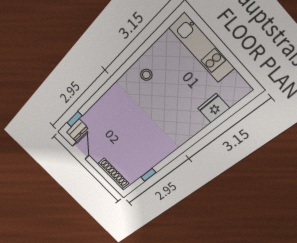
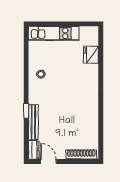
bench: (98, 109) -> (33, 122), added
window: (75, 119) -> (26, 111), moved
window: (148, 175) -> (101, 131), removed

